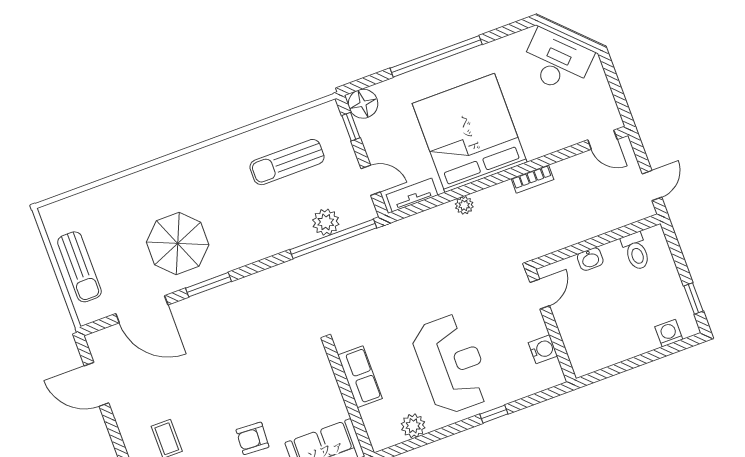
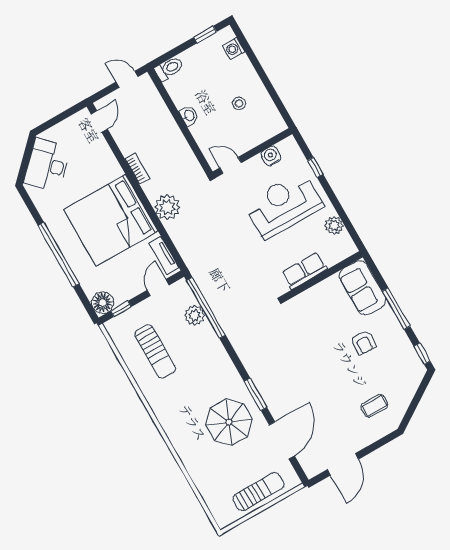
plant: (464, 205) -> (167, 207), width x1.87, depth x1.87
toilet: (636, 251) -> (169, 69), moved
door: (540, 294) -> (231, 165), moved
wall: (551, 326) -> (252, 153), moved
stool: (595, 328) -> (239, 103), added
water cooler: (543, 349) -> (271, 156), moved

